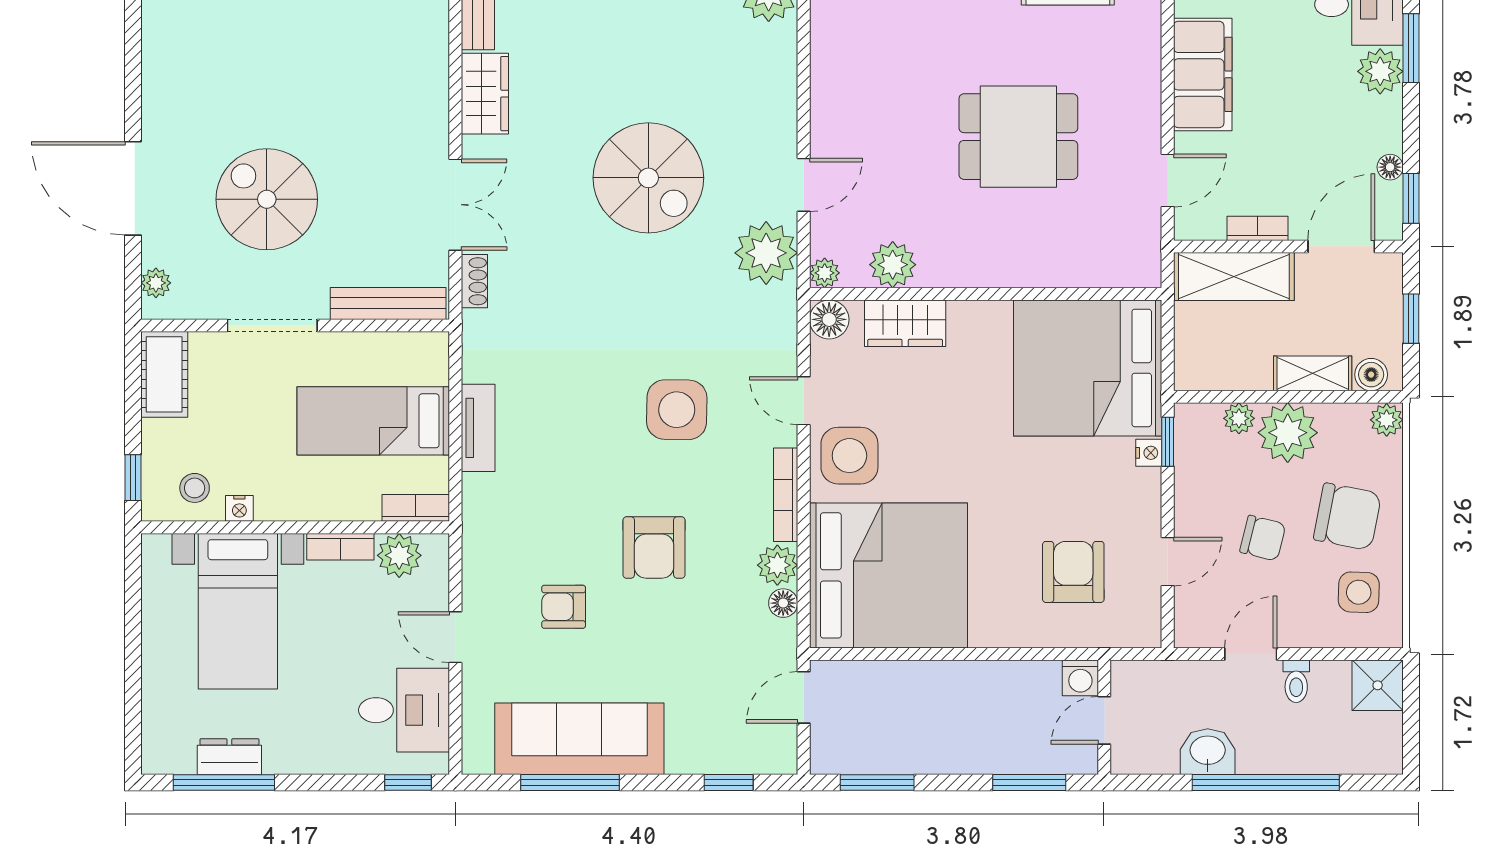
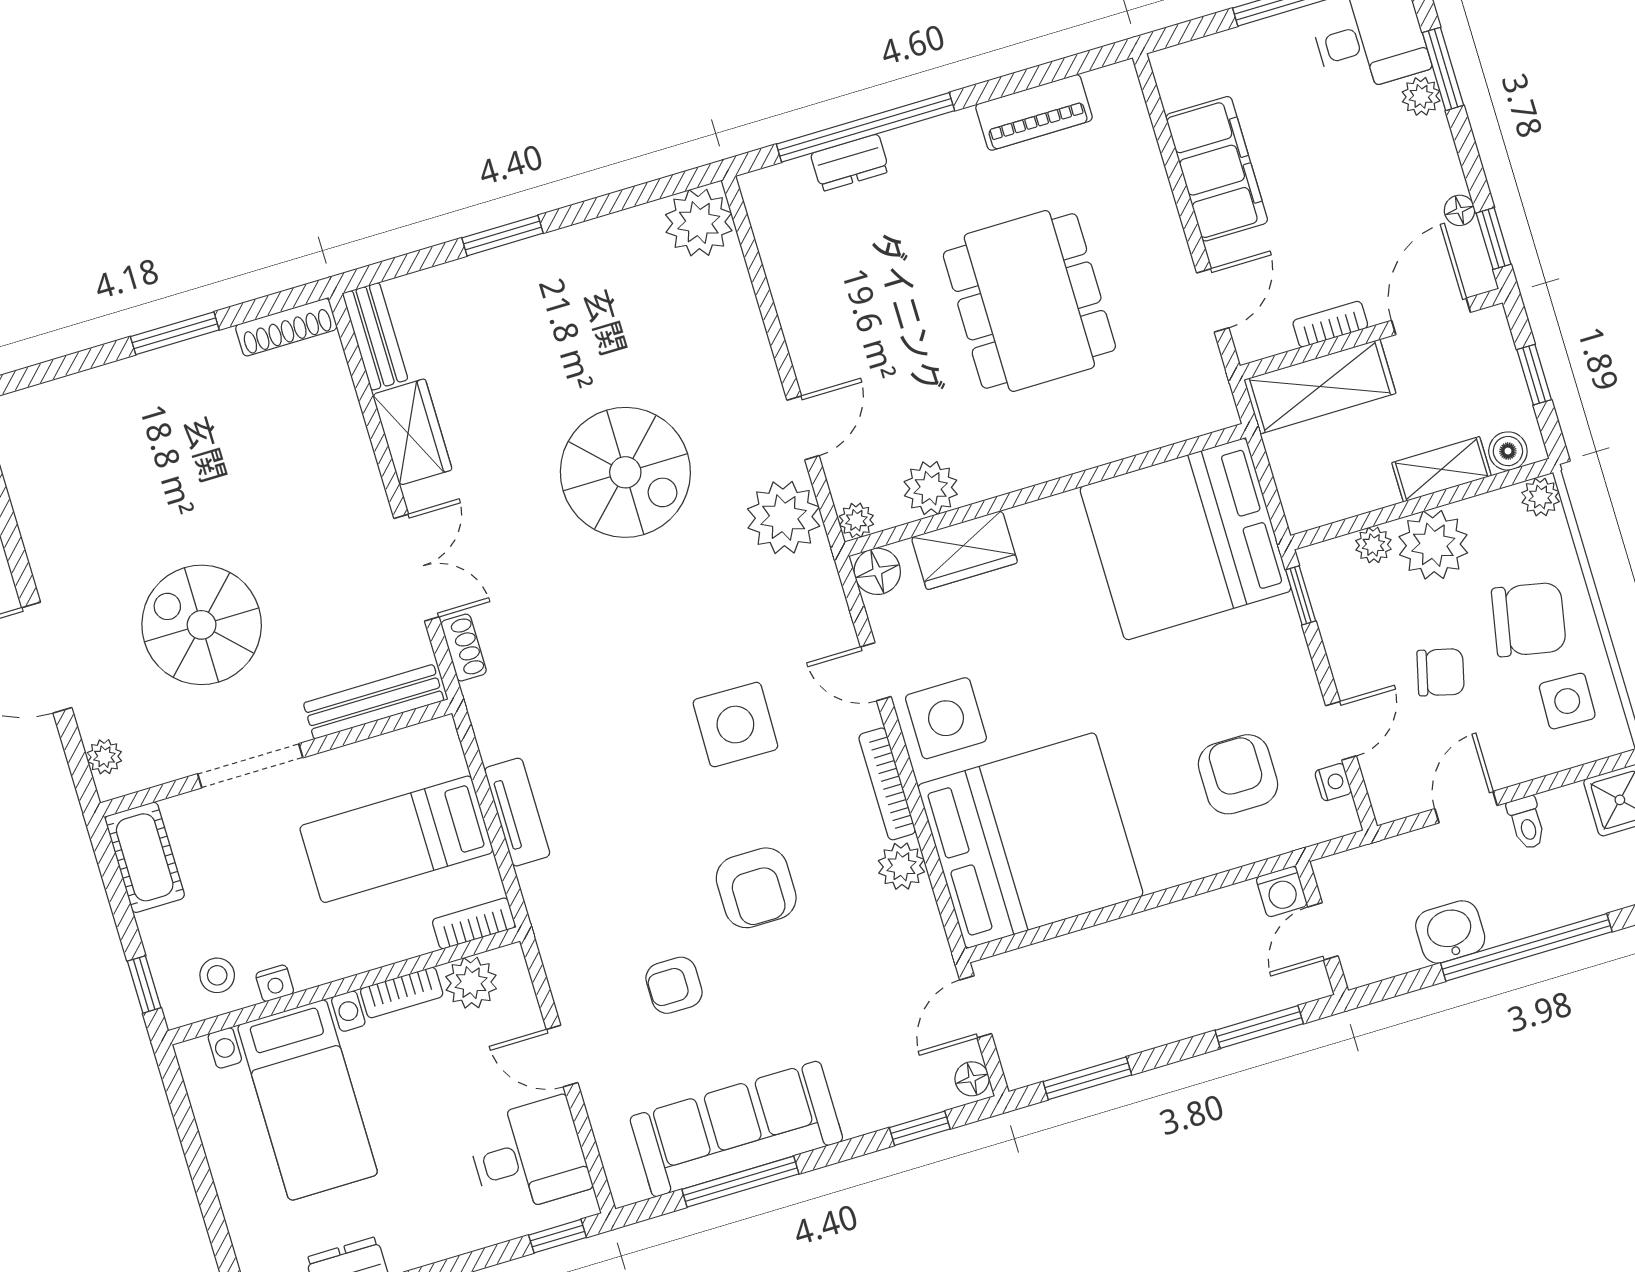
plant: (1380, 71) -> (1421, 96), width x0.73, depth x0.73
dining table: (1018, 137) -> (1029, 301), width x1.38
nightstand: (1149, 453) -> (1333, 782), moved
floor lamp: (783, 603) -> (972, 1079), moved

